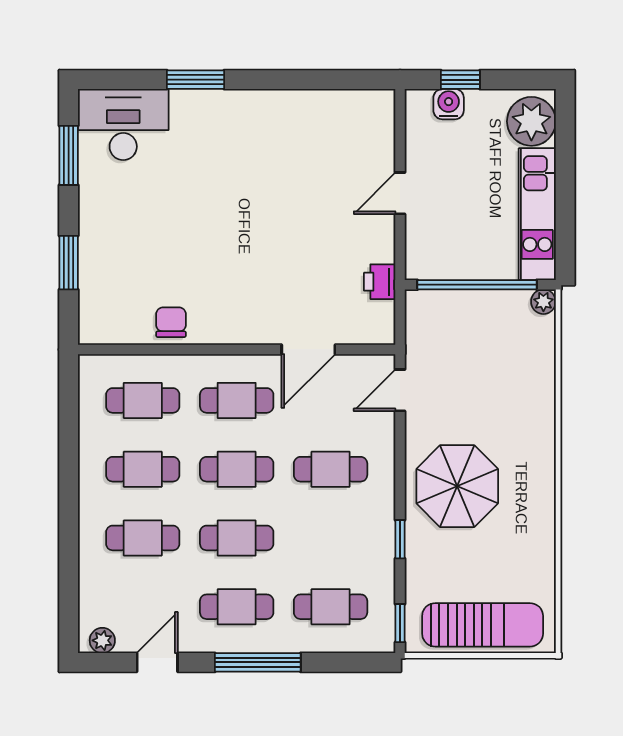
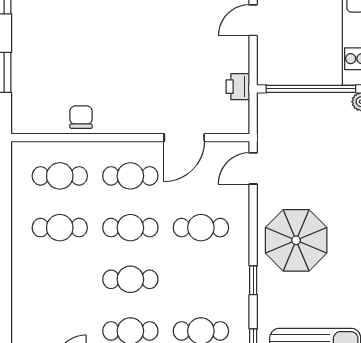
cafe table: (143, 538) -> (60, 279), removed

